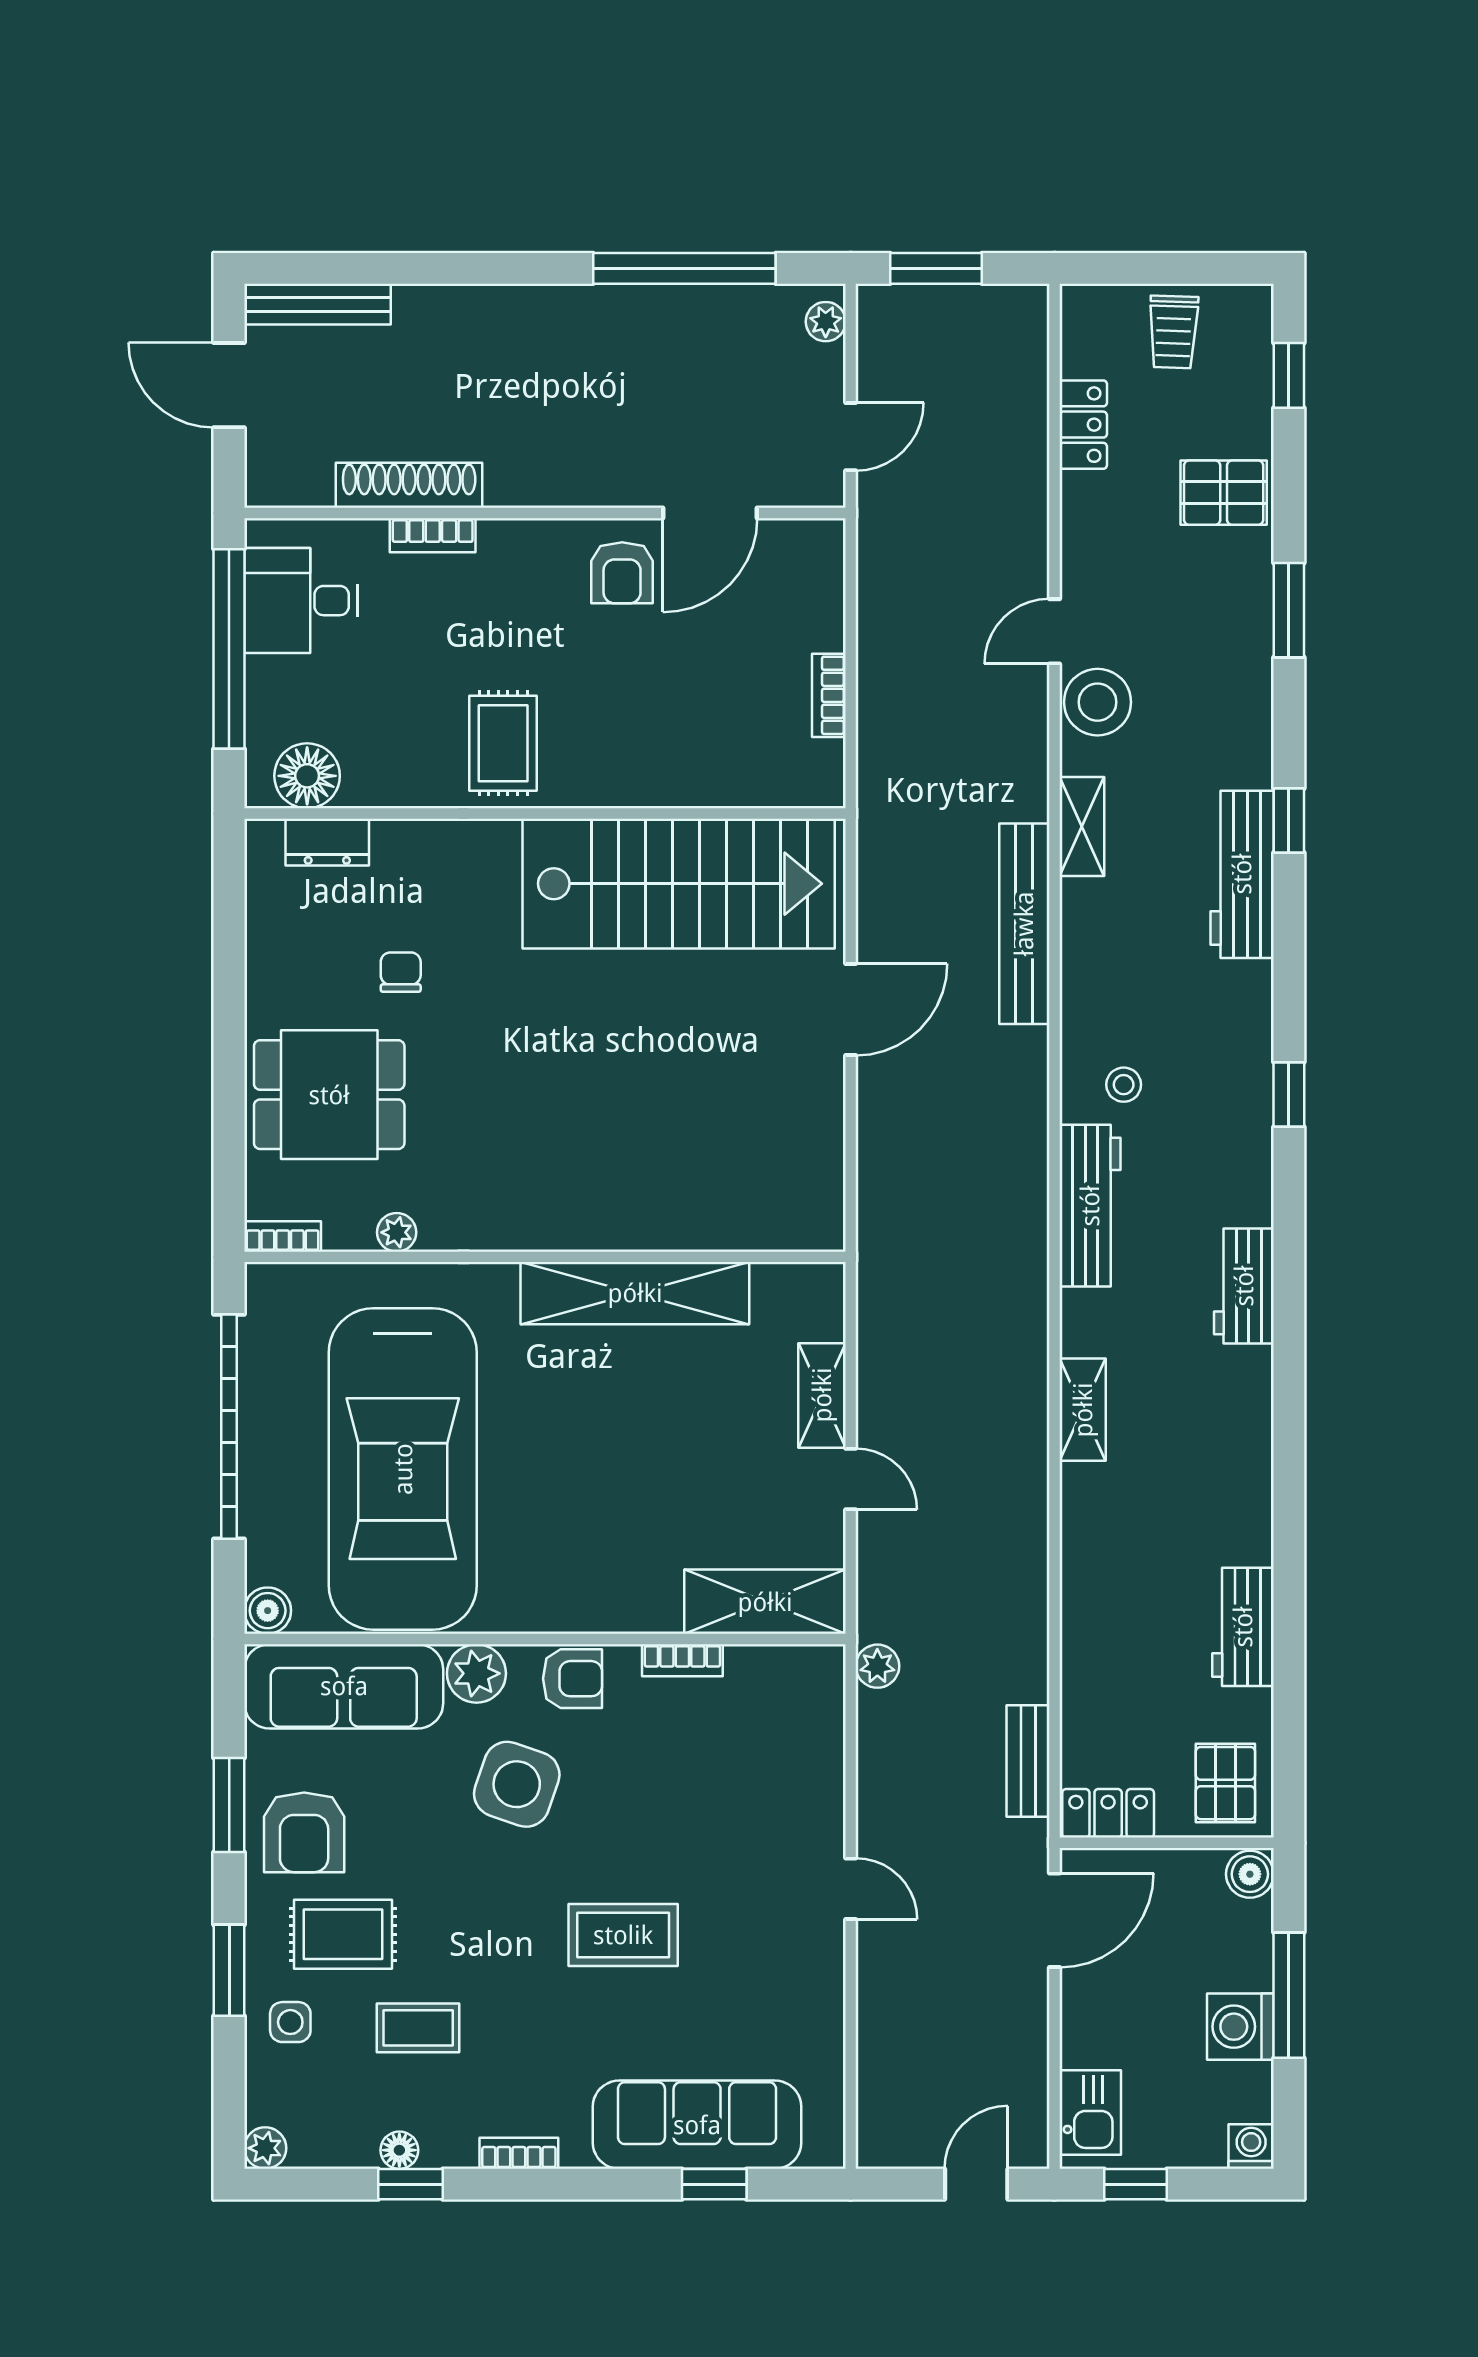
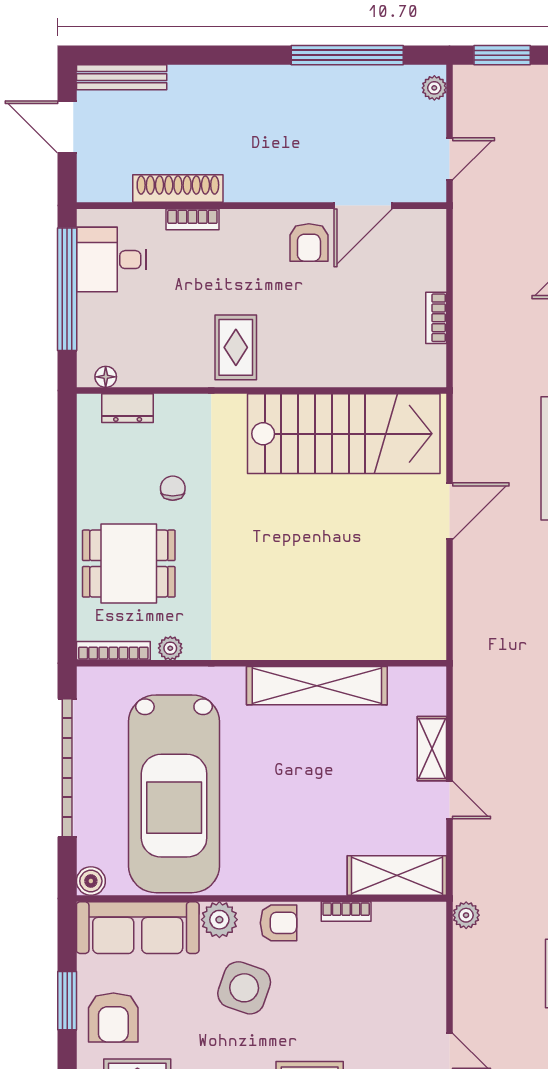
floor lamp: (307, 776) -> (106, 377), width x0.53, depth x0.53
bookcase: (283, 1236) -> (113, 651), width x1.56

